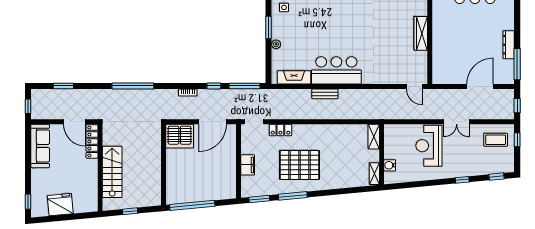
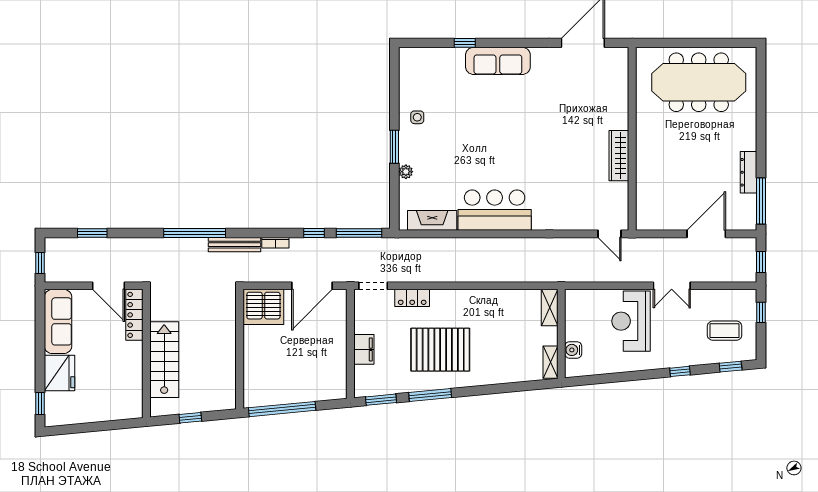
bench: (325, 94) -> (234, 245), moved, width x1.36
coffee table: (496, 140) -> (725, 331), moved
fridge: (60, 205) -> (59, 373), moved, turned 95

